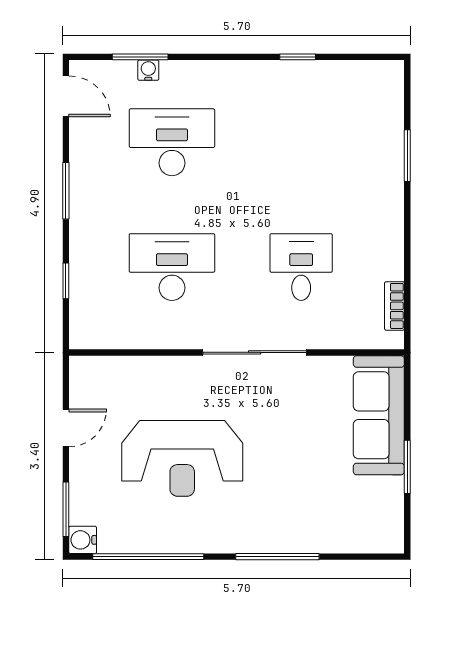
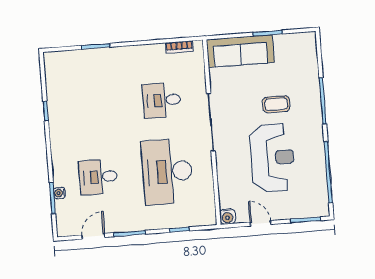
door: (66, 96) -> (93, 236), moved
desk: (172, 142) -> (98, 177), width x0.73
desk: (172, 267) -> (167, 172), width x1.36, depth x1.30
coffee table: (278, 473) -> (276, 104), added
water cooler: (83, 540) -> (227, 217), moved

